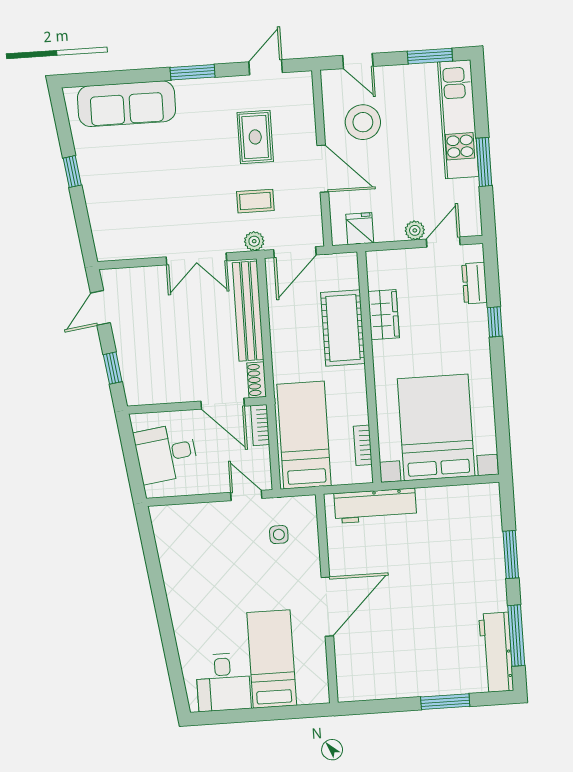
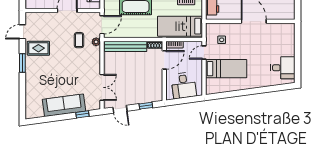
door: (266, 67) -> (22, 32), hinge flipped
sofa: (127, 104) -> (64, 105), moved, turned -98
rug: (255, 137) -> (38, 48), moved
window: (72, 172) -> (82, 114), moved
door: (295, 252) -> (102, 25), hinge flipped
double door: (196, 259) -> (102, 87), moved
bed: (272, 659) -> (226, 69), moved, turned 180

